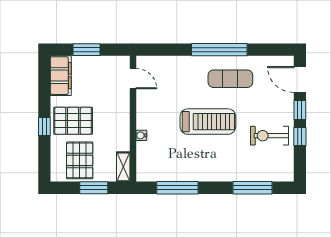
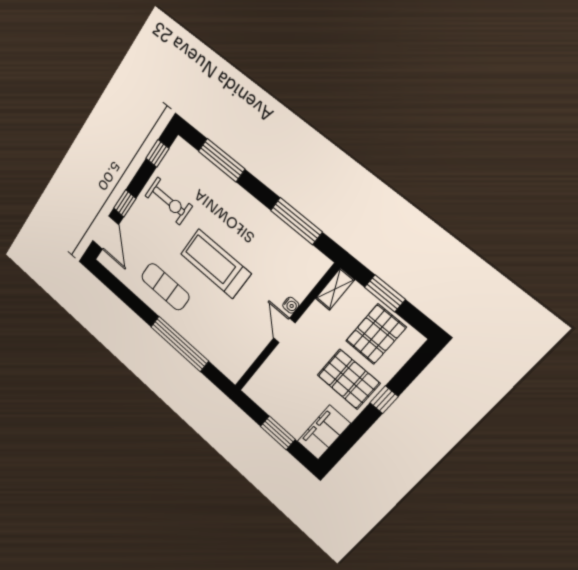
window: (219, 50) -> (179, 344), moved
door: (133, 79) -> (284, 331), moved
window: (300, 136) -> (157, 153), moved

